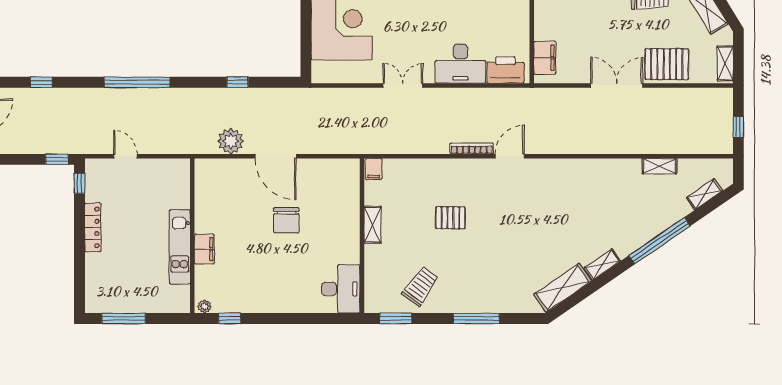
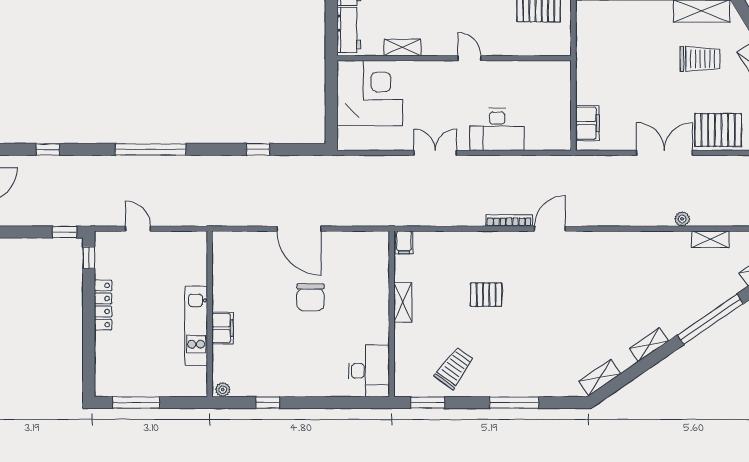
printer: (505, 70) -> (545, 136), removed
plant: (231, 141) -> (682, 219), moved, width x0.53, depth x0.53
shelving: (562, 288) -> (600, 378), width x0.67, depth x0.75
window: (230, 318) -> (268, 403), moved

